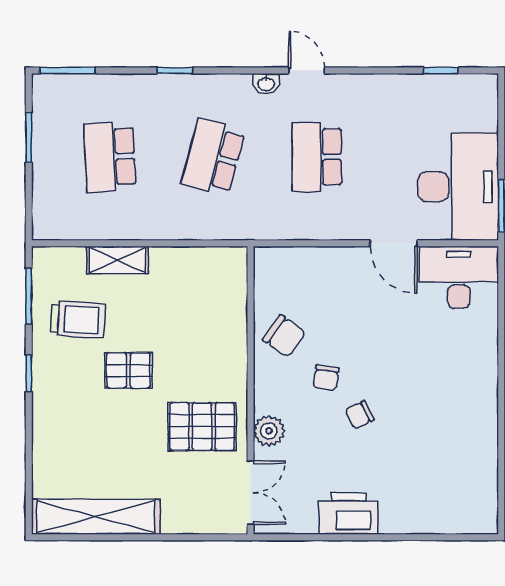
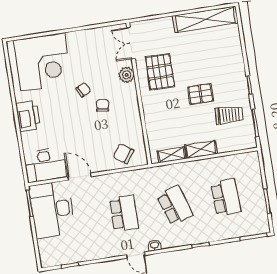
school desk: (213, 157) -> (175, 205), turned -33
shelving: (205, 259) -> (171, 155), added
shelving: (118, 260) -> (201, 149), moved
trolley: (78, 320) -> (229, 115), turned 180
chair: (284, 336) -> (123, 154), moved
pallet: (202, 426) -> (160, 72), turned 90
corner desk: (432, 483) -> (43, 62), added
printer: (348, 513) -> (28, 116), moved, turned -90

